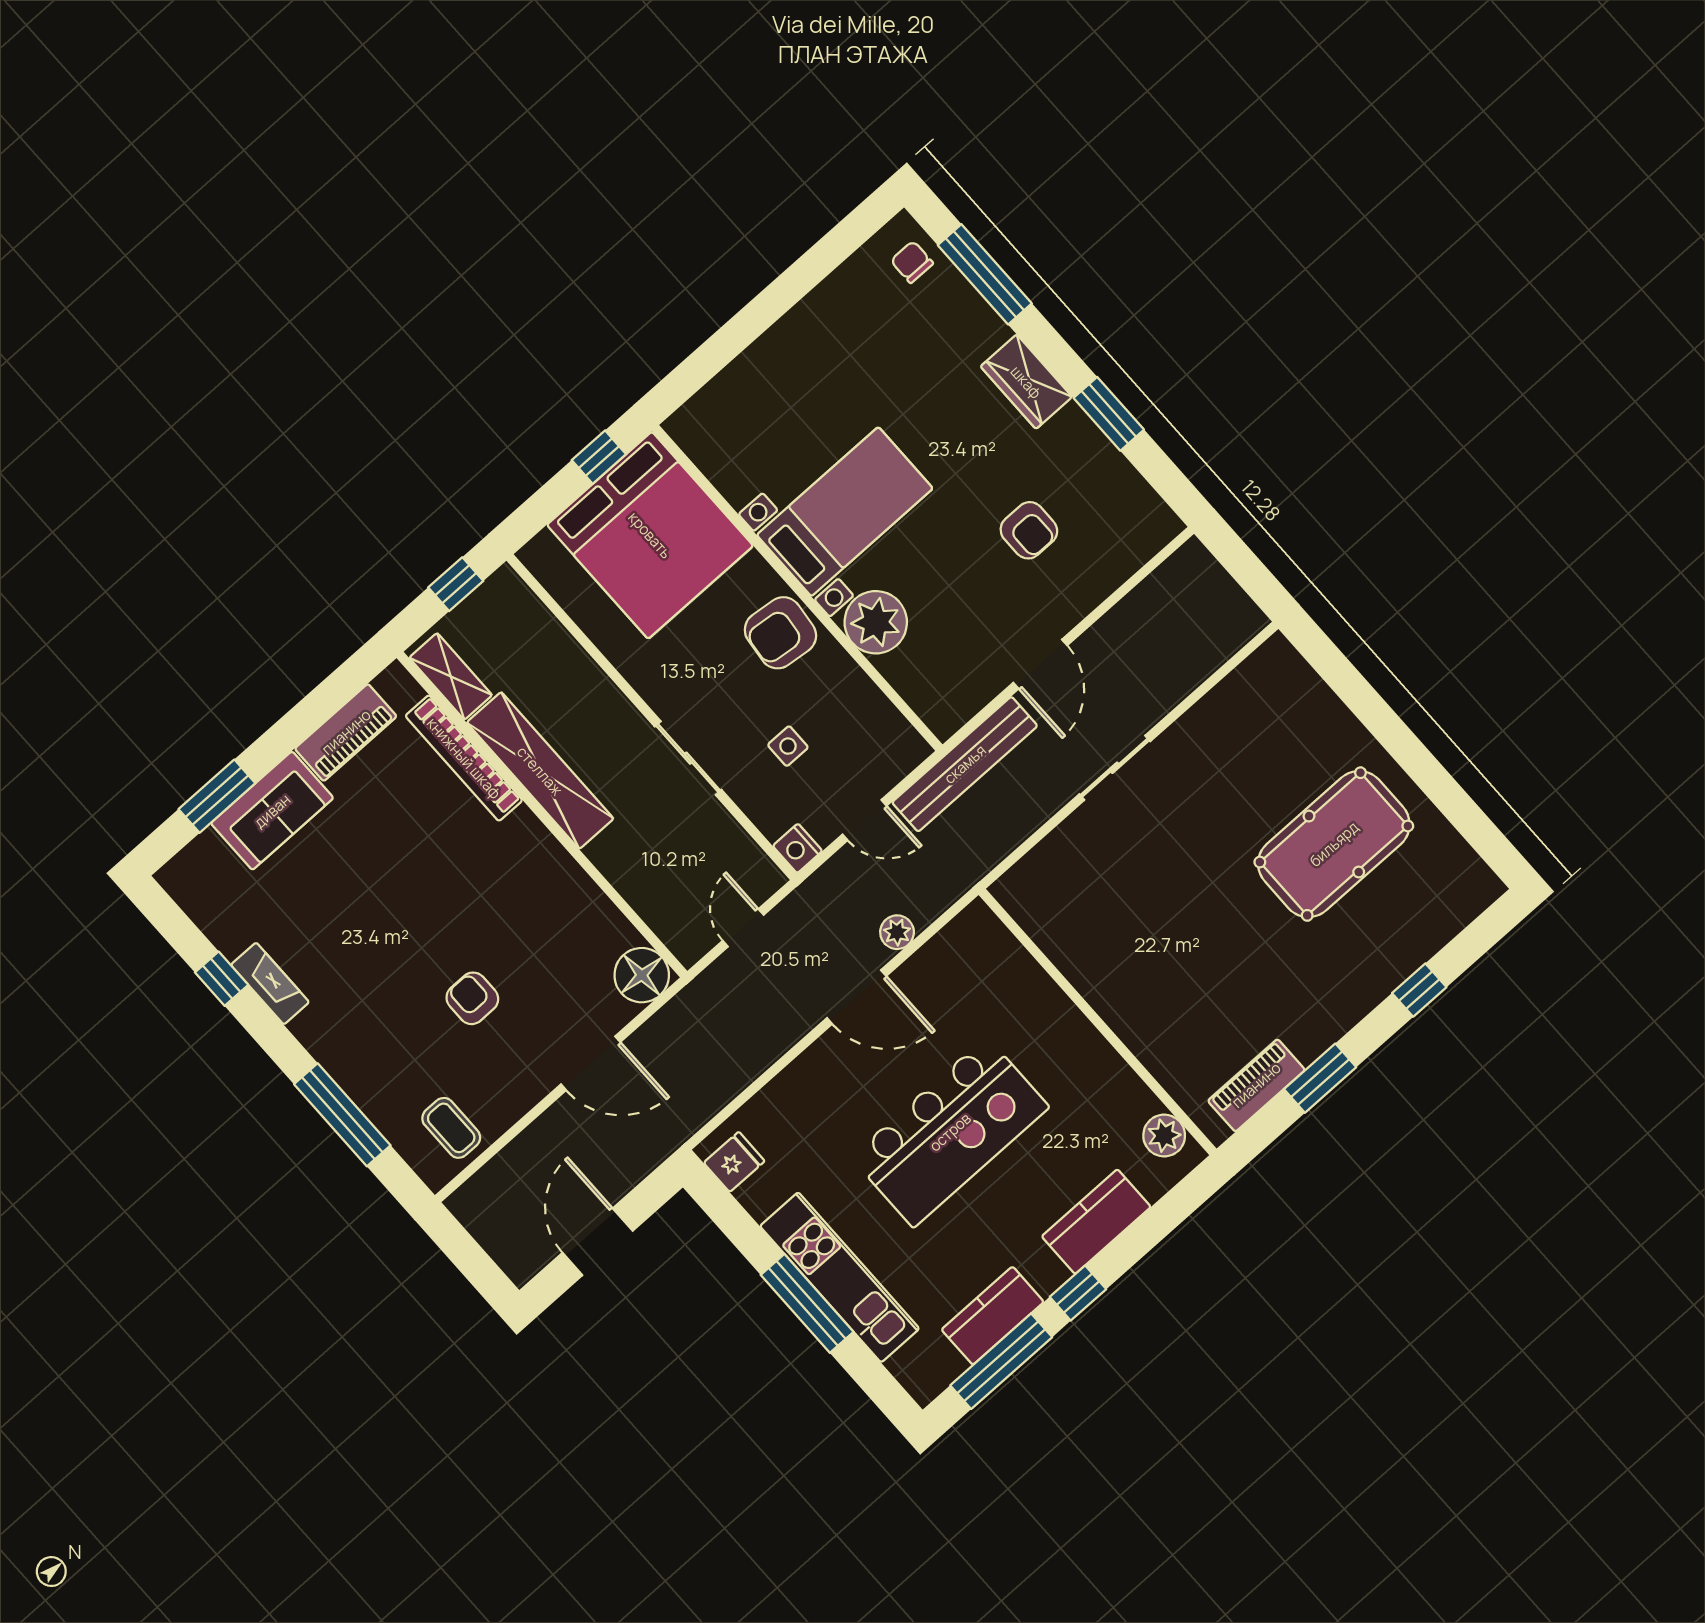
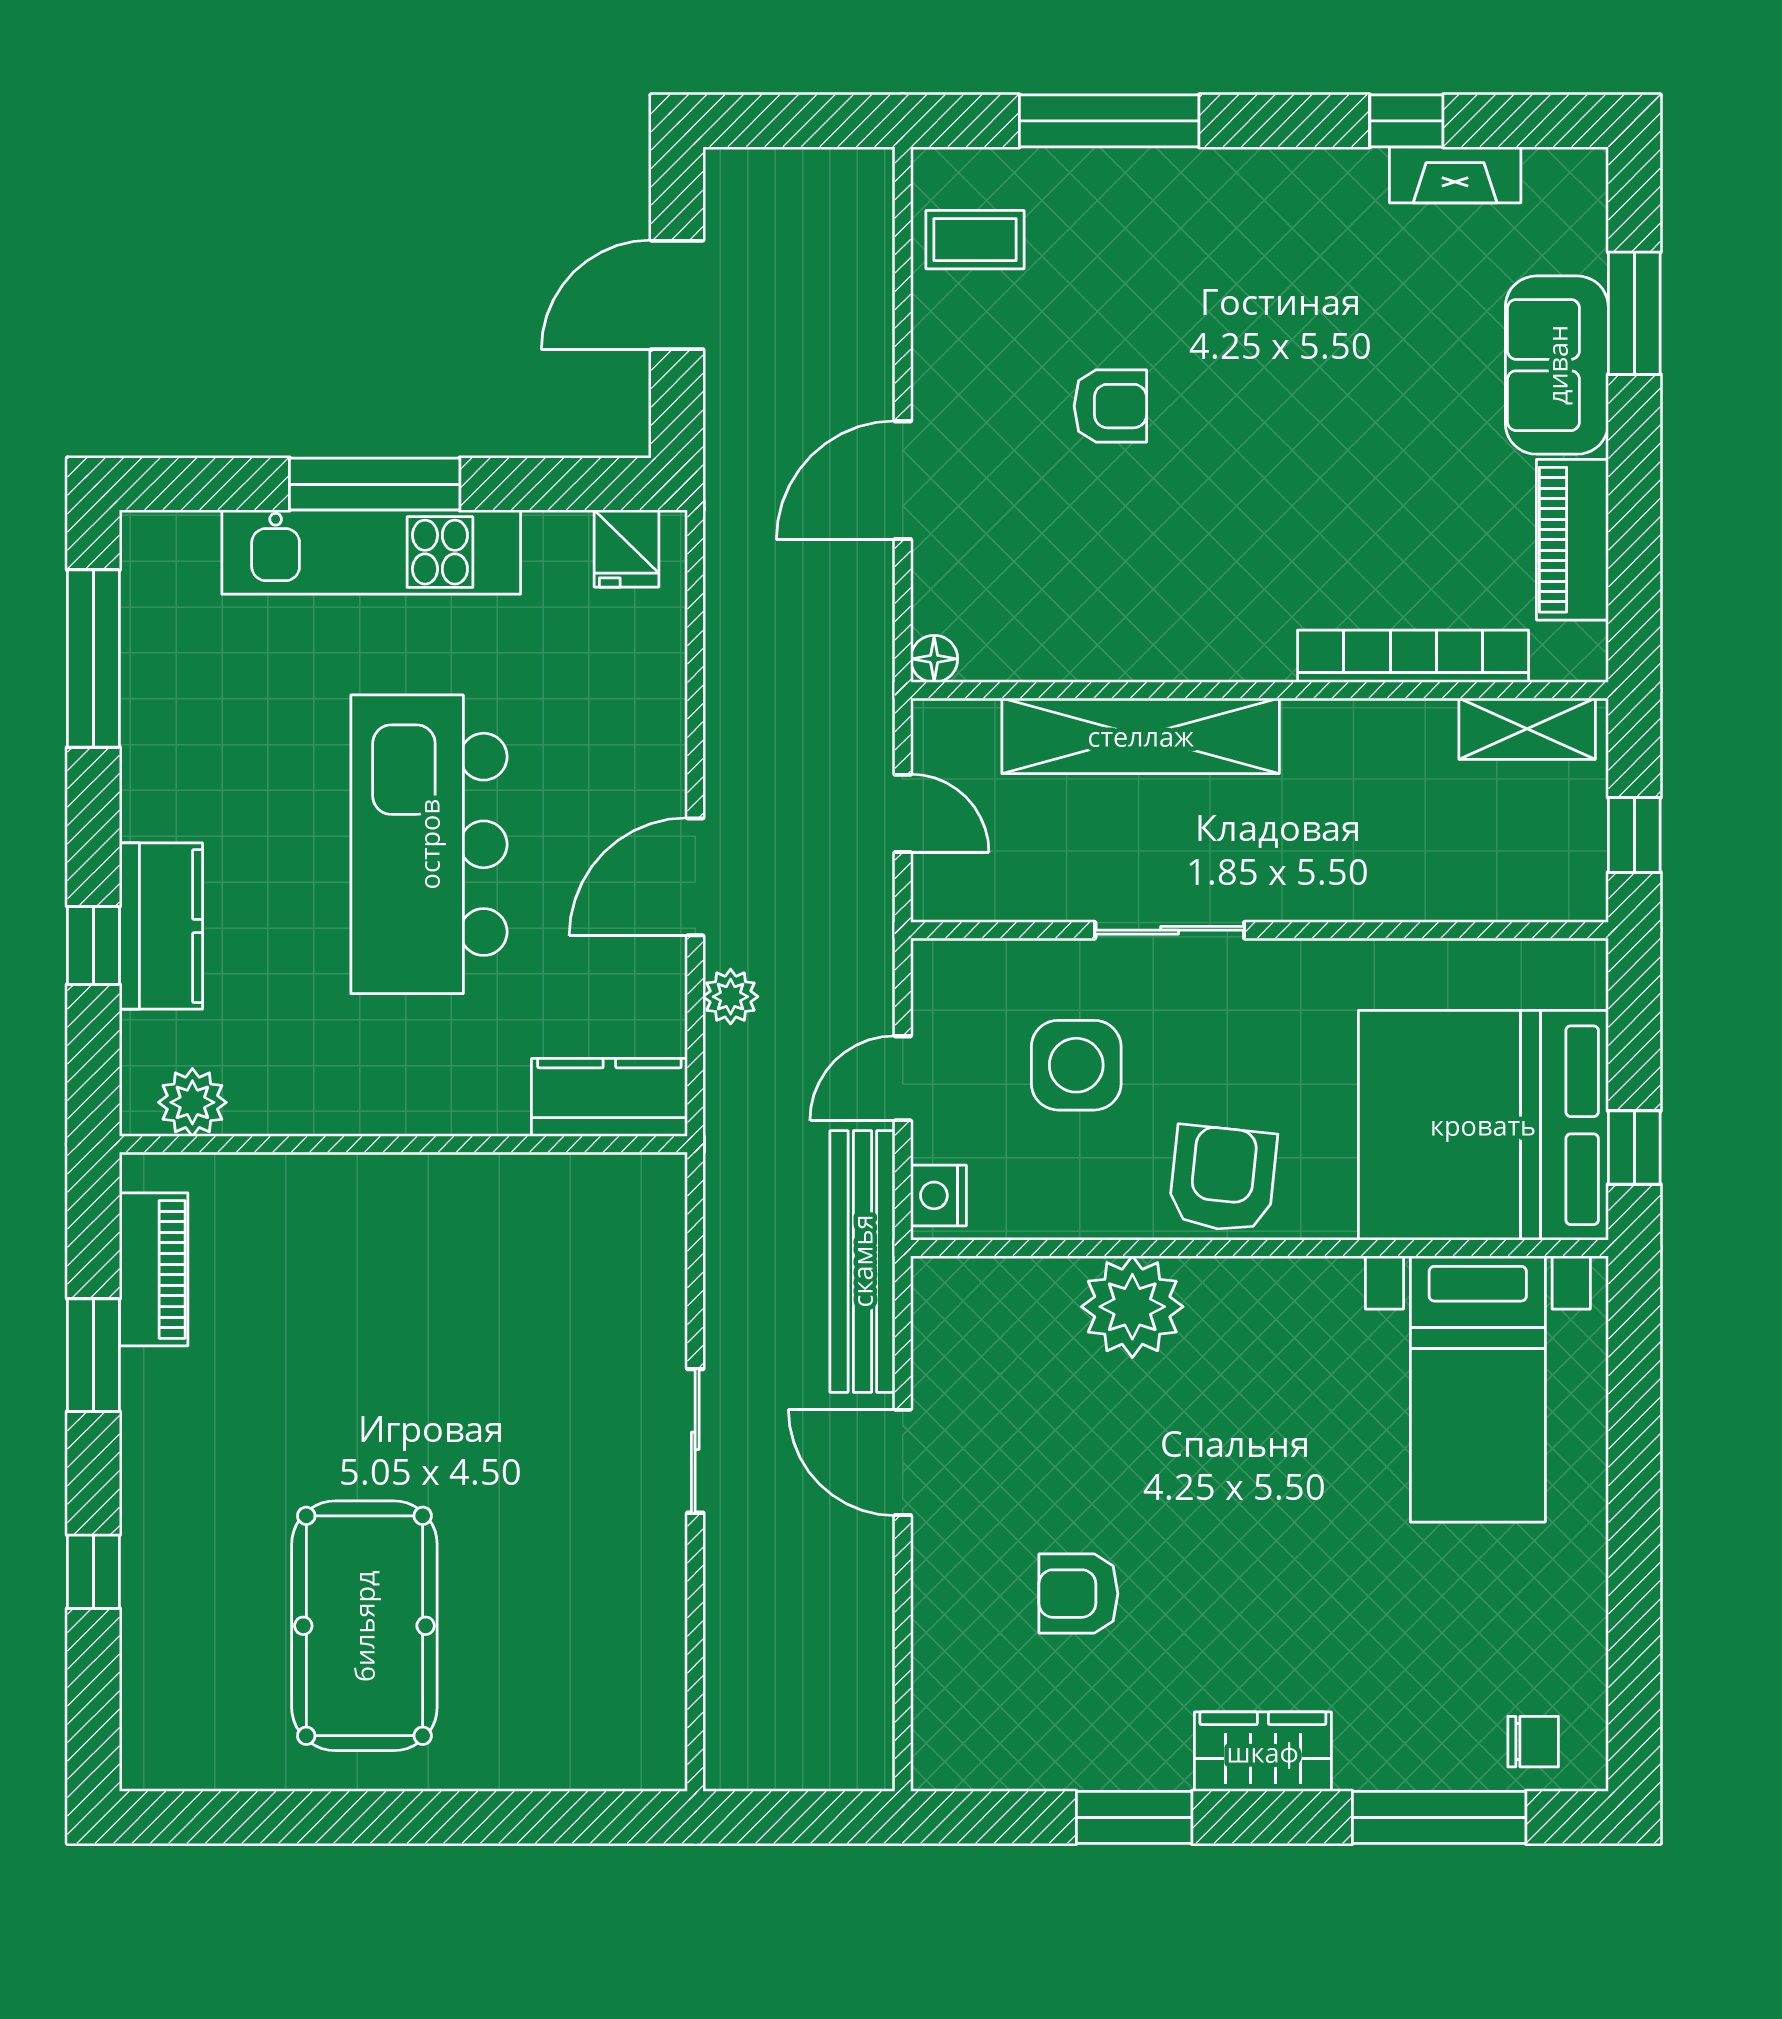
bed with nightstands: (845, 512) -> (1478, 1389), moved
side table: (788, 746) -> (1076, 1065), width x1.87, depth x1.87
shelving: (540, 771) -> (1141, 736), moved
nightstand: (798, 848) -> (938, 1195), moved, turned -90
floor lamp: (642, 975) -> (934, 659), width x0.53, depth x0.53
fireplace: (270, 984) -> (1455, 175), moved
door: (598, 1242) -> (677, 295), swing flipped
window: (1078, 1293) -> (93, 945), moved
kitchen counter: (993, 1316) -> (609, 1097), moved, turned -90

